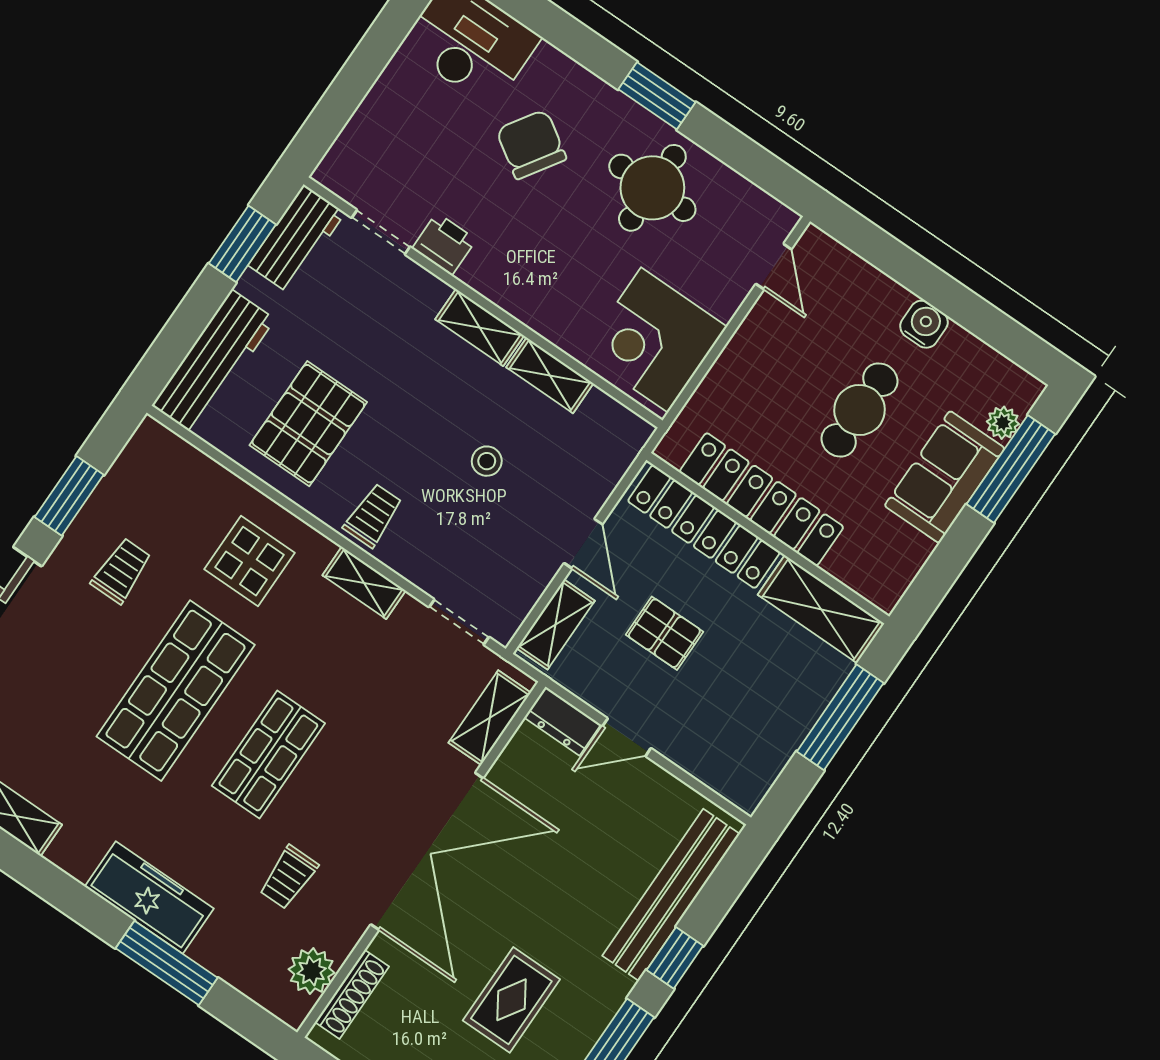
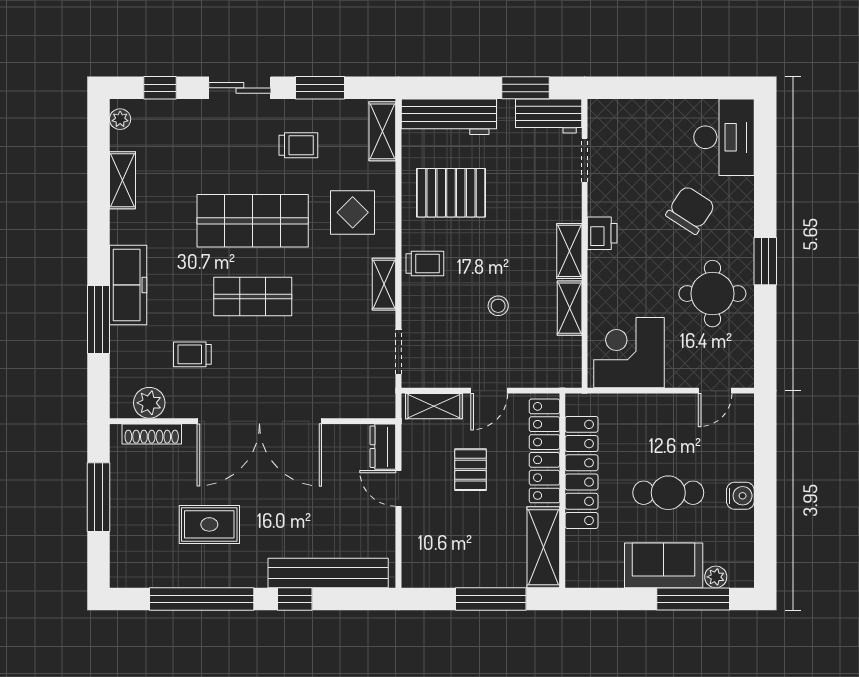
printer: (444, 244) -> (602, 233), moved
shelving: (490, 718) -> (382, 131), moved, turned 90

